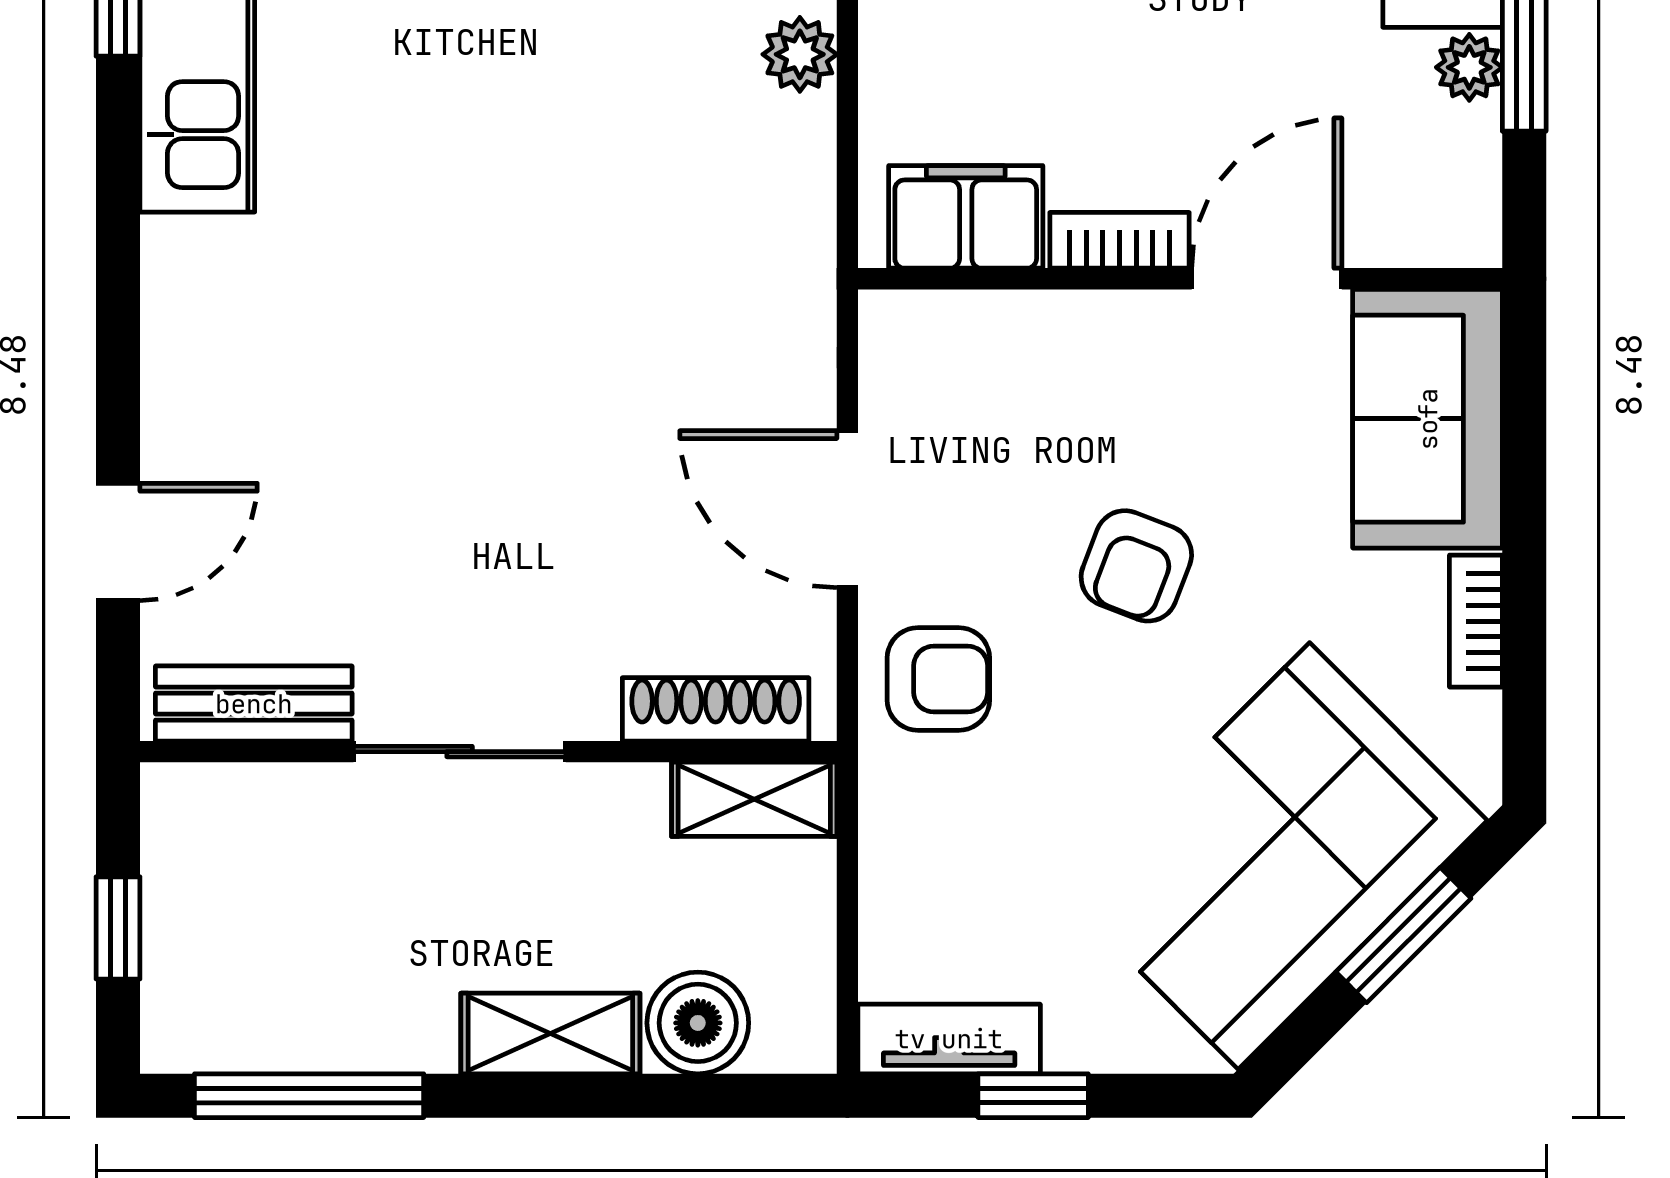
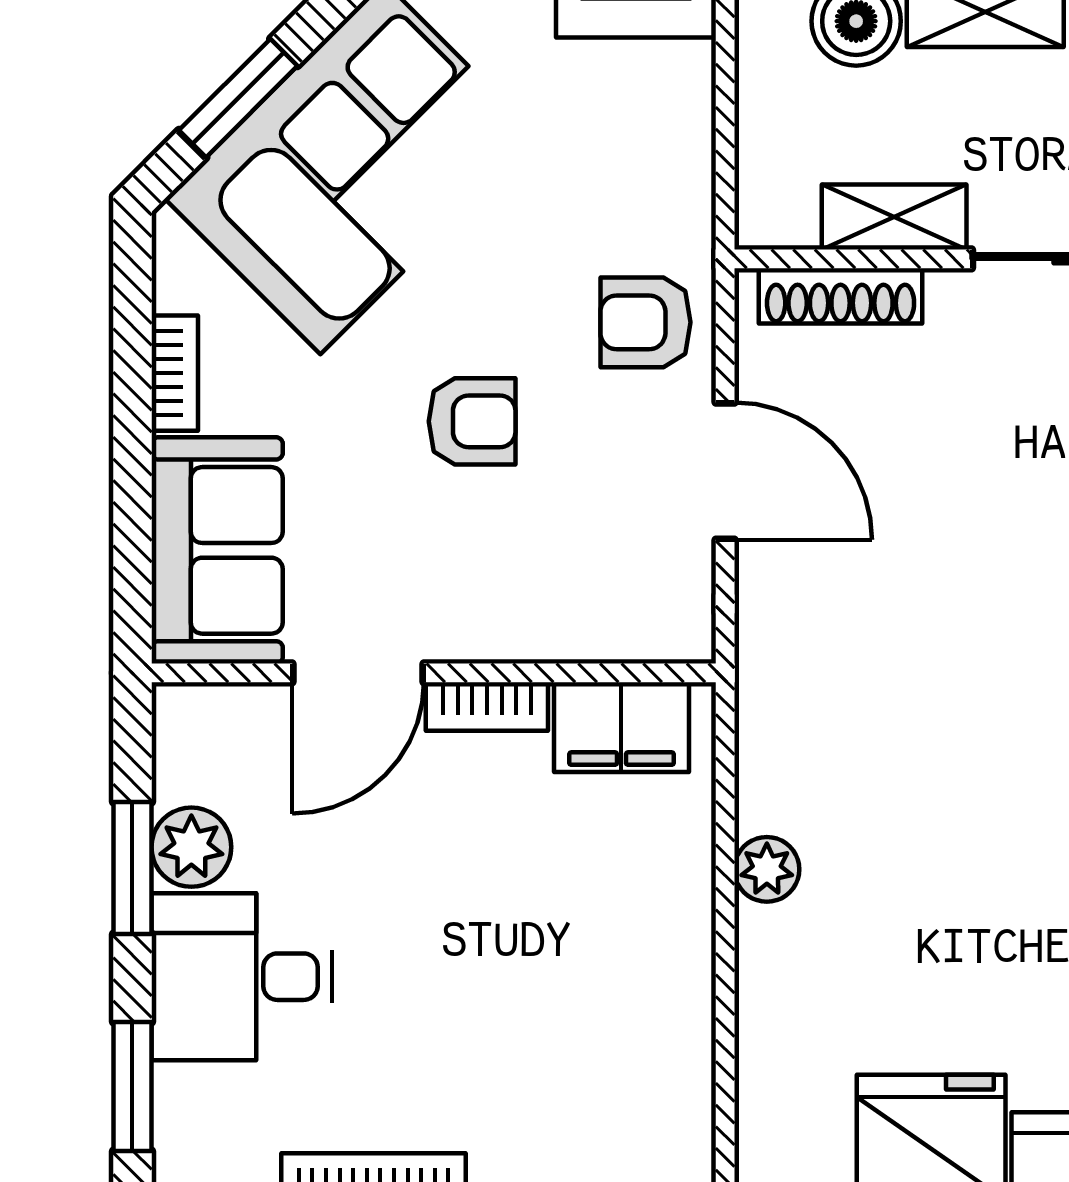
plant: (1469, 67) -> (191, 847), width x1.38, depth x1.38
armchair: (1136, 566) -> (472, 421), turned 69
shelving: (754, 799) -> (894, 217), moved

